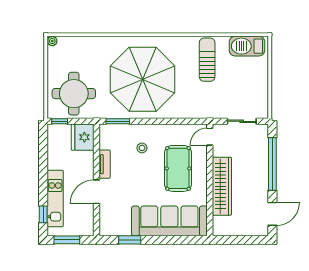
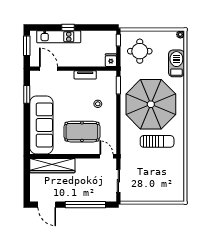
barbecue: (247, 46) -> (176, 63), moved
sun lounger: (207, 60) -> (157, 141), moved
round table: (74, 94) -> (140, 51), width x0.73, depth x0.73
fridge: (83, 137) -> (111, 60), width x0.53, depth x0.75
wardrobe: (222, 186) -> (52, 166), moved
door: (96, 192) -> (49, 69), moved
window: (43, 214) -> (68, 27), moved

